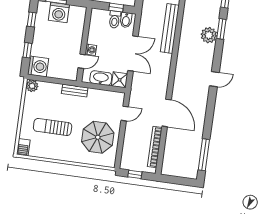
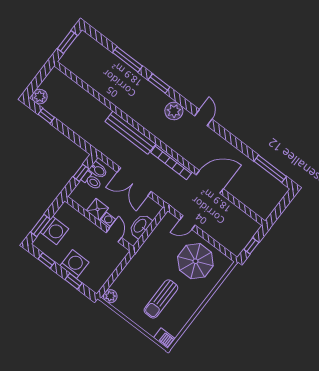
plant: (209, 35) -> (174, 111), moved
double door: (133, 53) -> (134, 182), swing flipped
washing machine: (38, 66) -> (74, 264), moved
shower: (120, 80) -> (97, 209), moved
bench: (75, 91) -> (138, 258), removed
door: (125, 114) -> (187, 223), swing flipped
bookcase: (155, 147) -> (171, 162), moved

